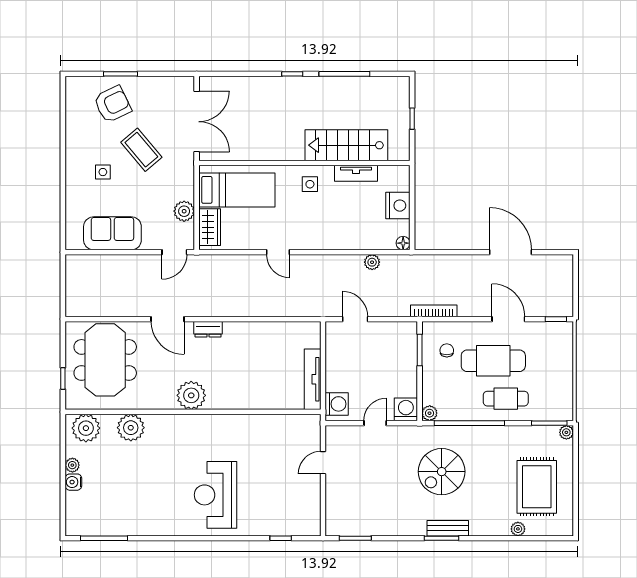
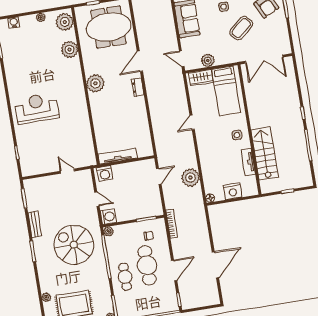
plant: (372, 262) -> (190, 177), width x1.88, depth x1.88
spiral stairs: (442, 472) -> (74, 245), width x1.37, depth x1.37
water cooler: (73, 482) -> (14, 22), moved
bench: (448, 528) -> (35, 224), moved

